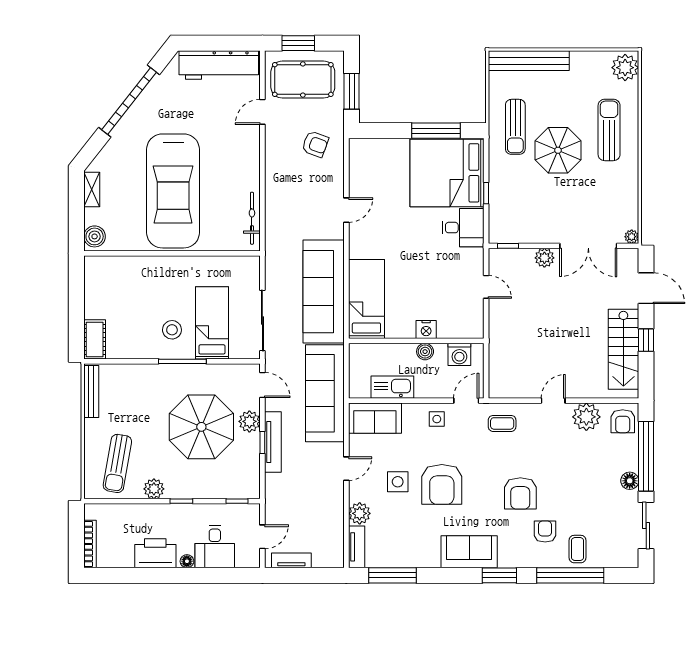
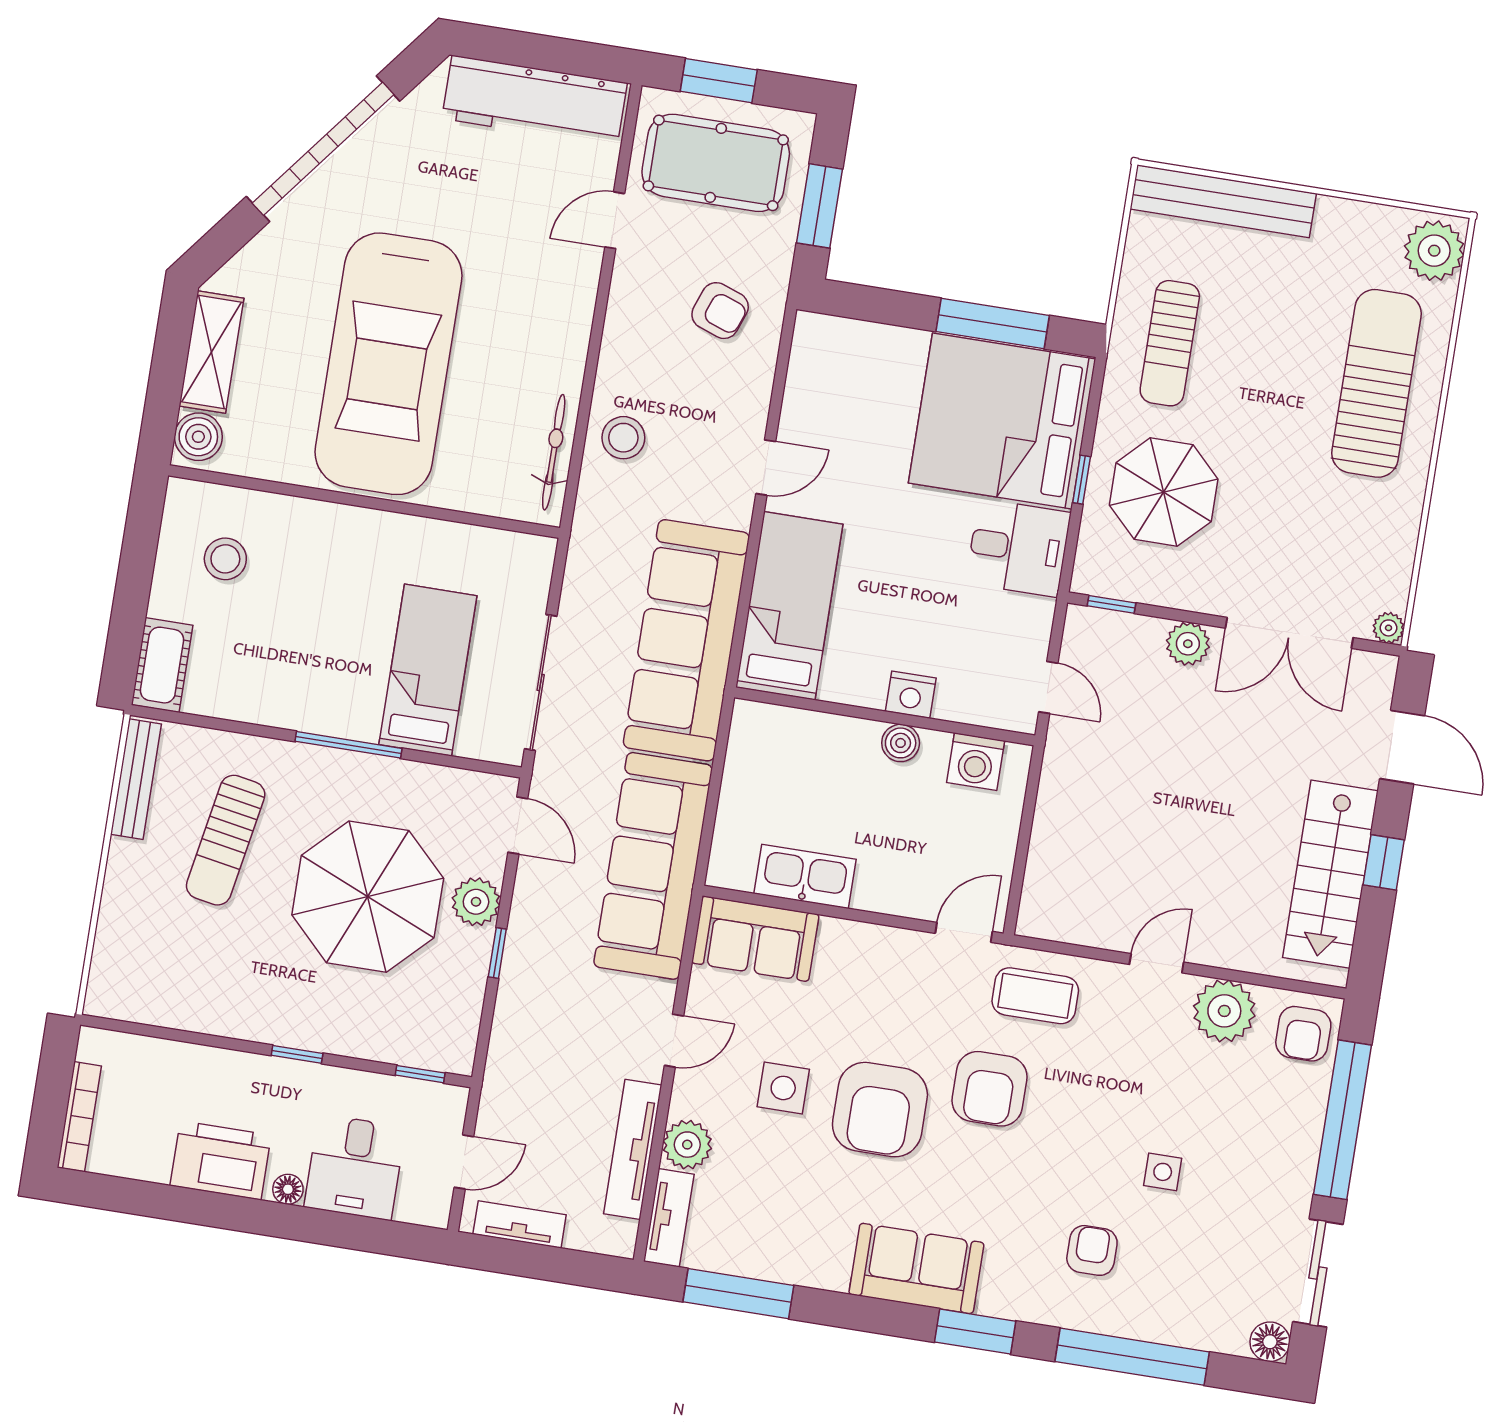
sun lounger: (609, 130) -> (1376, 383), width x1.36, depth x1.34
parasol: (558, 150) -> (1164, 492), moved
shelving: (92, 190) -> (211, 352), width x1.50, depth x1.33
stool: (282, 207) -> (623, 438), added
bed: (366, 299) -> (789, 606), moved
stool: (172, 330) -> (225, 559), moved
nightstand: (426, 330) -> (911, 695), moved
wall: (416, 341) -> (885, 716), moved
boiler: (425, 352) -> (901, 743), moved
washing machine: (459, 354) -> (976, 762), moved
side table: (437, 419) -> (1163, 1172), moved
coffee table: (502, 423) -> (1035, 996), width x1.36, depth x1.30
tv unit: (273, 442) -> (633, 1149), moved, turned 180
sun lounger: (117, 463) -> (226, 840), moved
floor lamp: (630, 481) -> (1270, 1342), moved
plant: (154, 489) -> (240, 1017), removed
armchair: (520, 493) -> (990, 1089), moved
coffee table: (578, 549) -> (1158, 1301), removed

